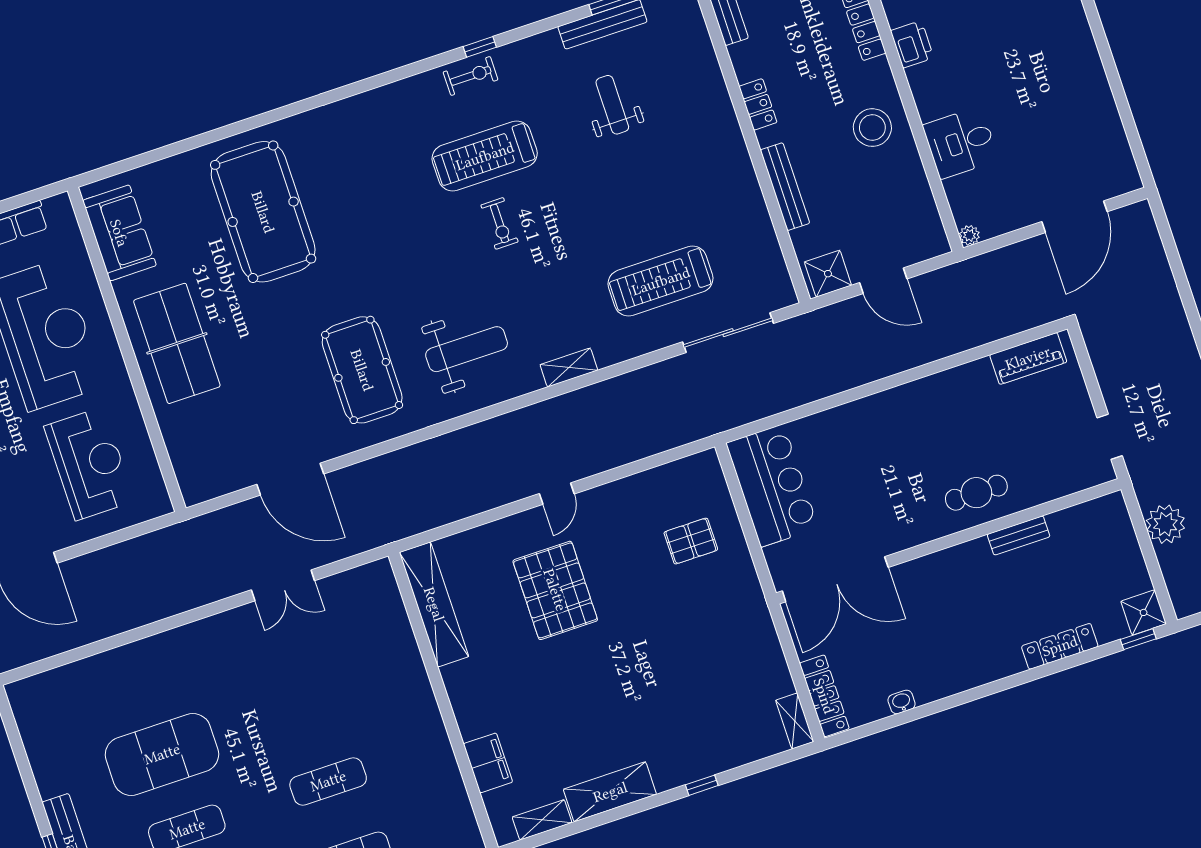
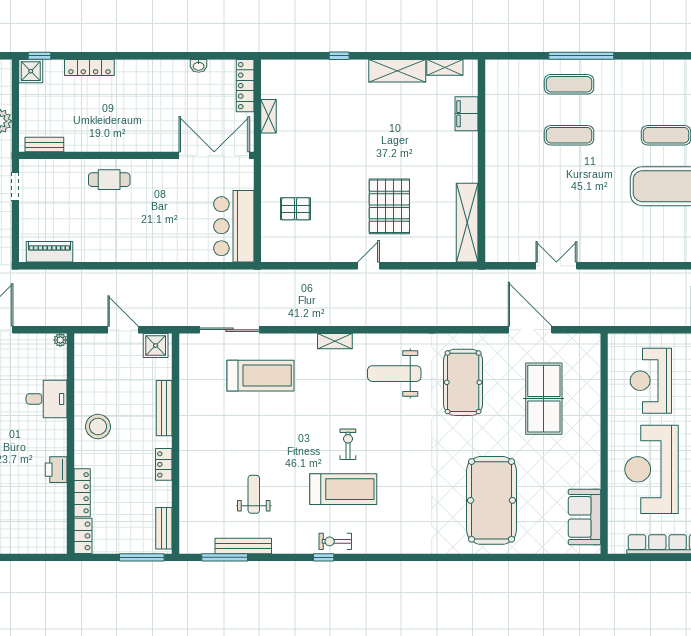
weight bench: (612, 105) -> (254, 494), turned 180
table tennis table: (177, 343) -> (544, 399), moved
bench: (1019, 535) -> (44, 145), moved
shelving: (795, 721) -> (268, 116), moved

